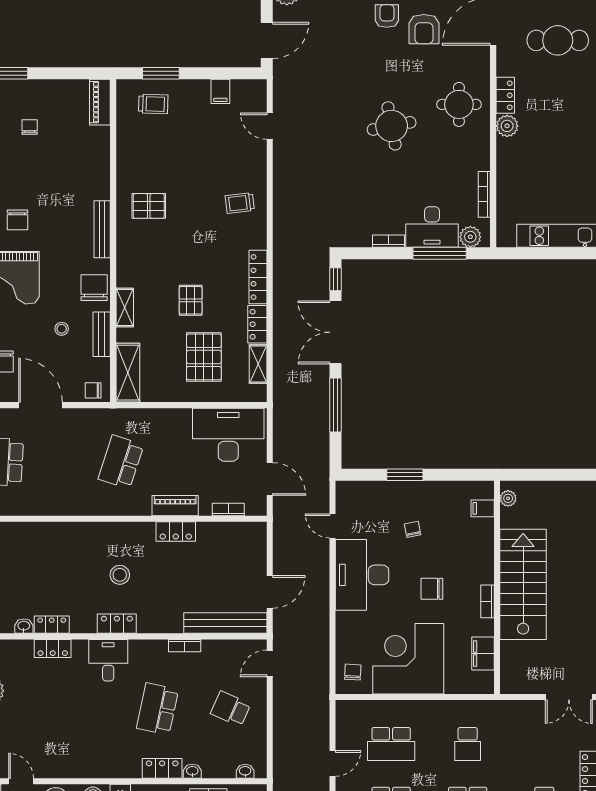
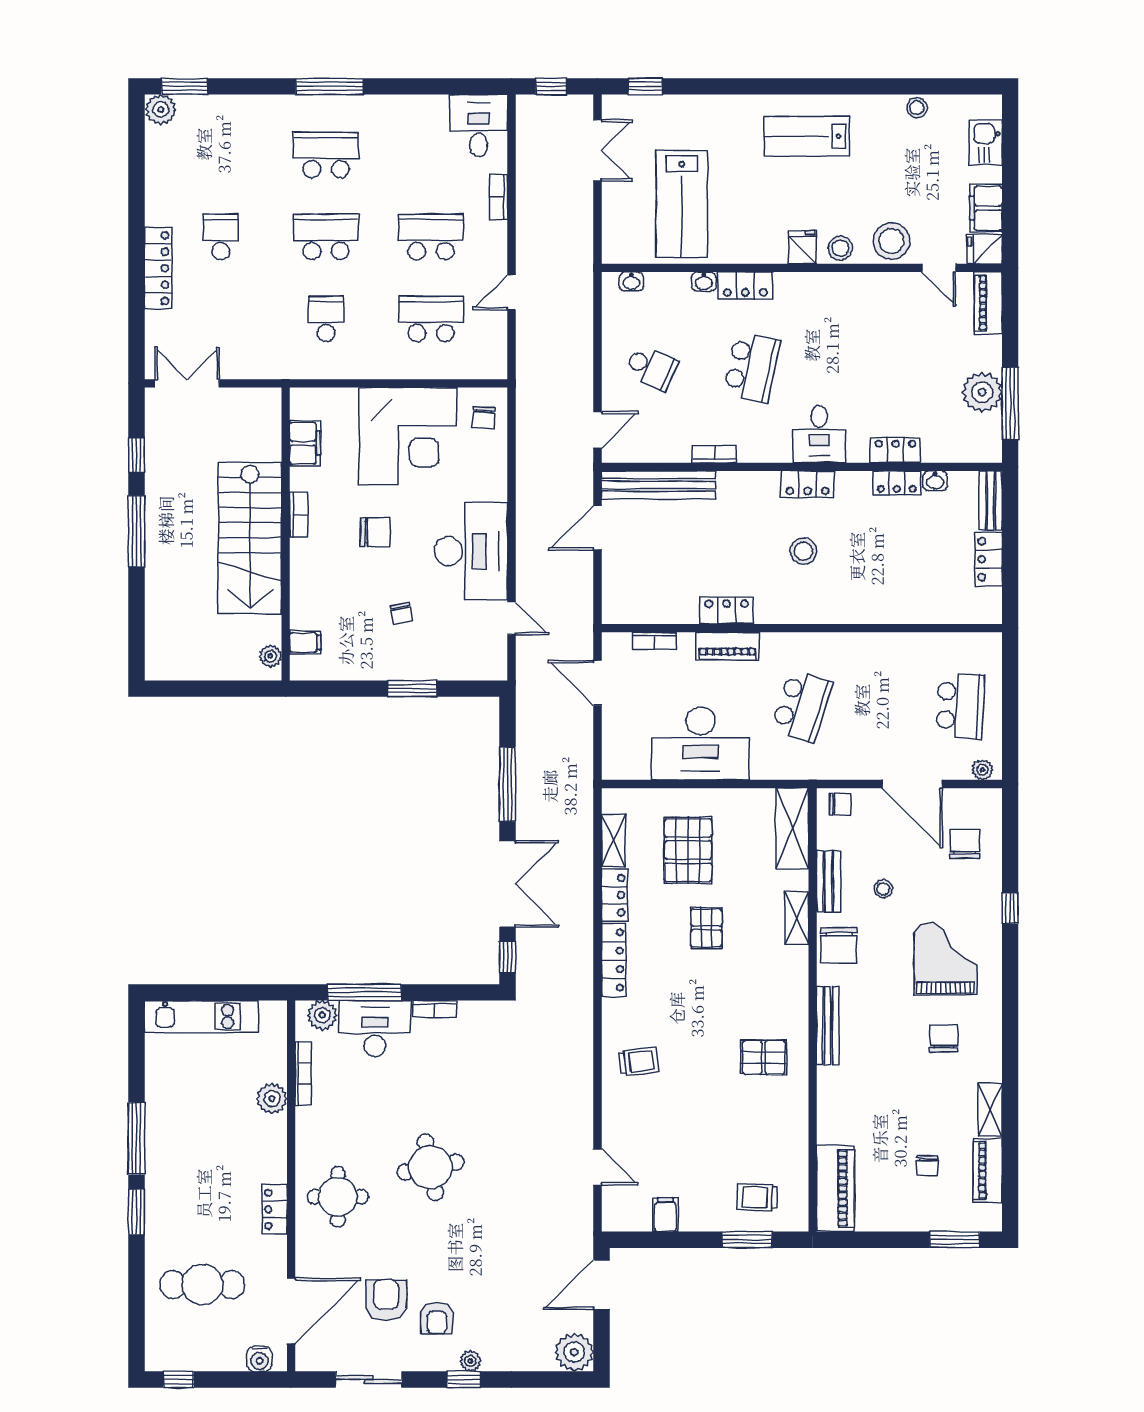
piano: (100, 102) -> (835, 1188), width x1.37, depth x1.33
plant: (507, 126) -> (272, 1099), moved
desk: (228, 435) -> (701, 743), moved

